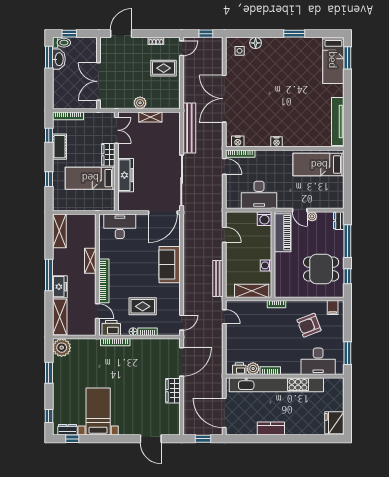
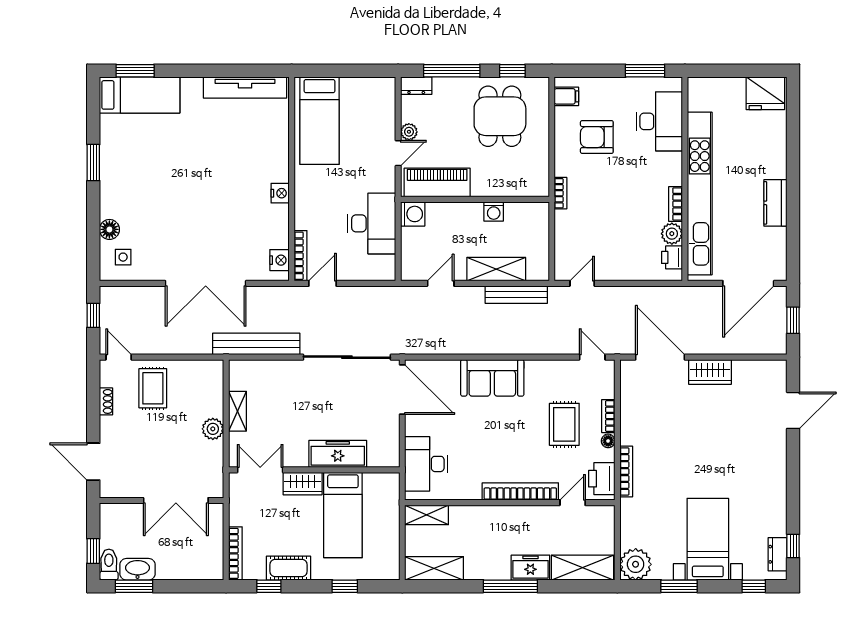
shelving: (90, 261) -> (427, 515), moved
shelving: (252, 291) -> (496, 269), moved, turned 90
armchair: (309, 325) -> (597, 137), turned 111
bed with nightstands: (98, 412) -> (708, 539), moved, turned 90

